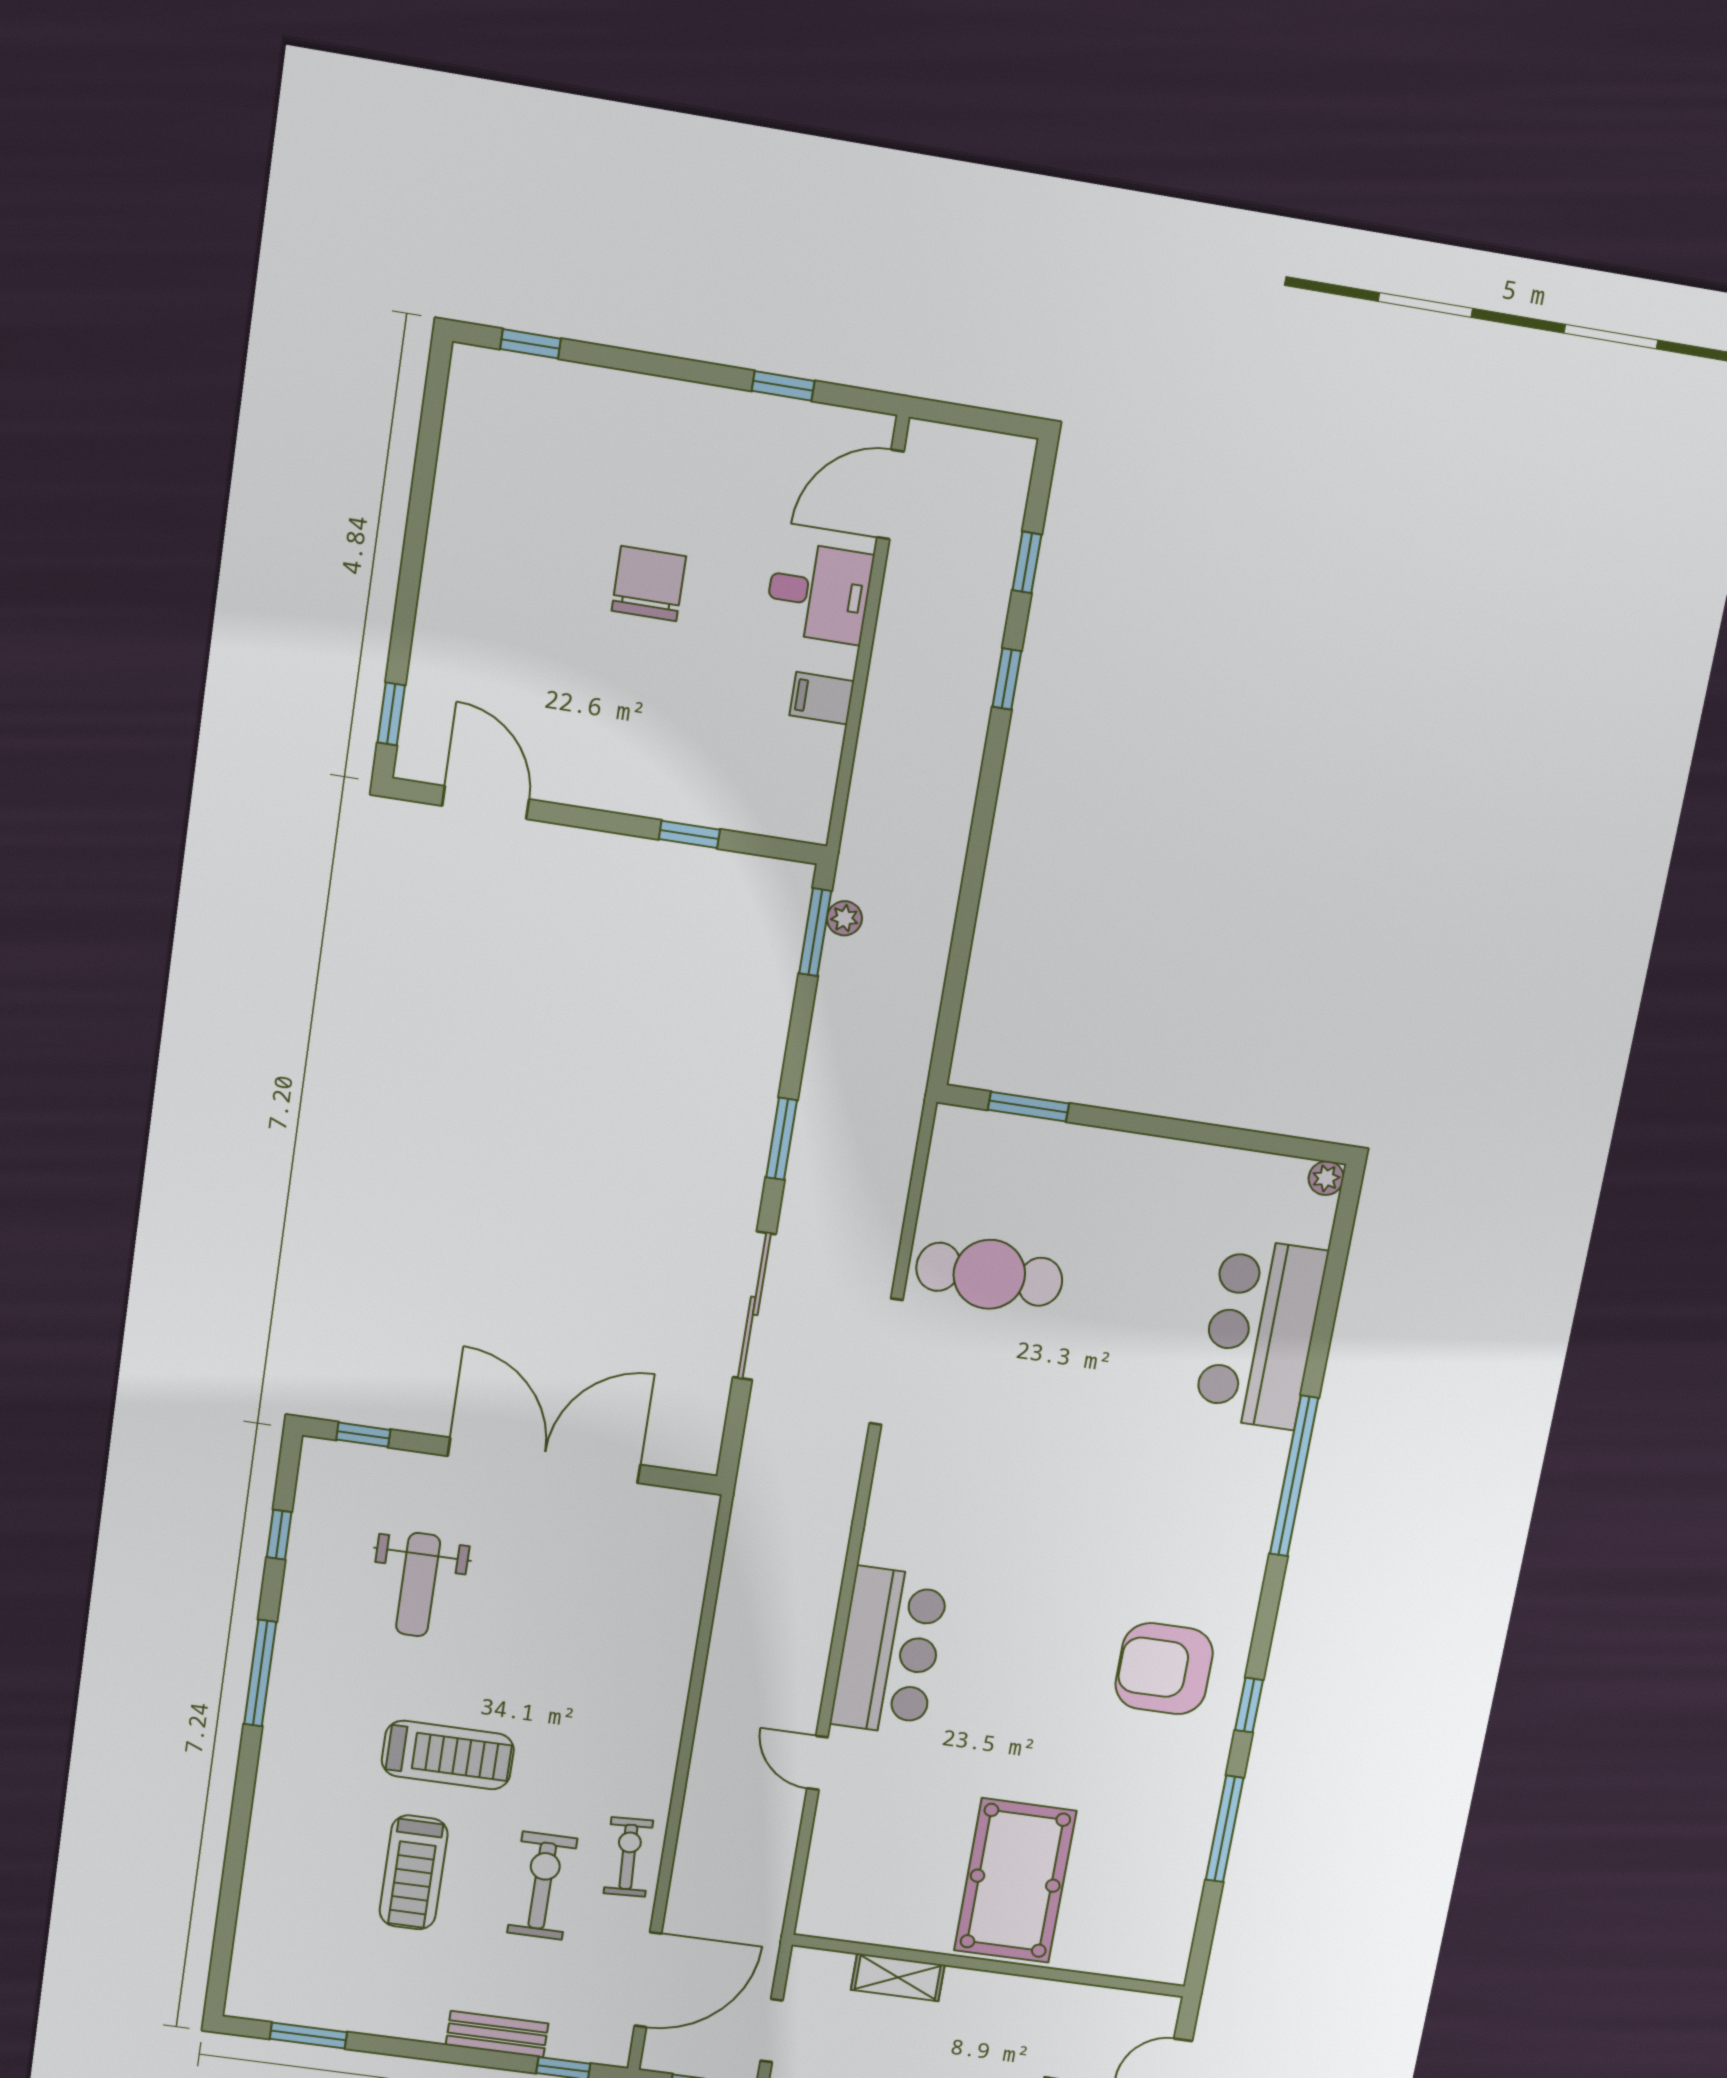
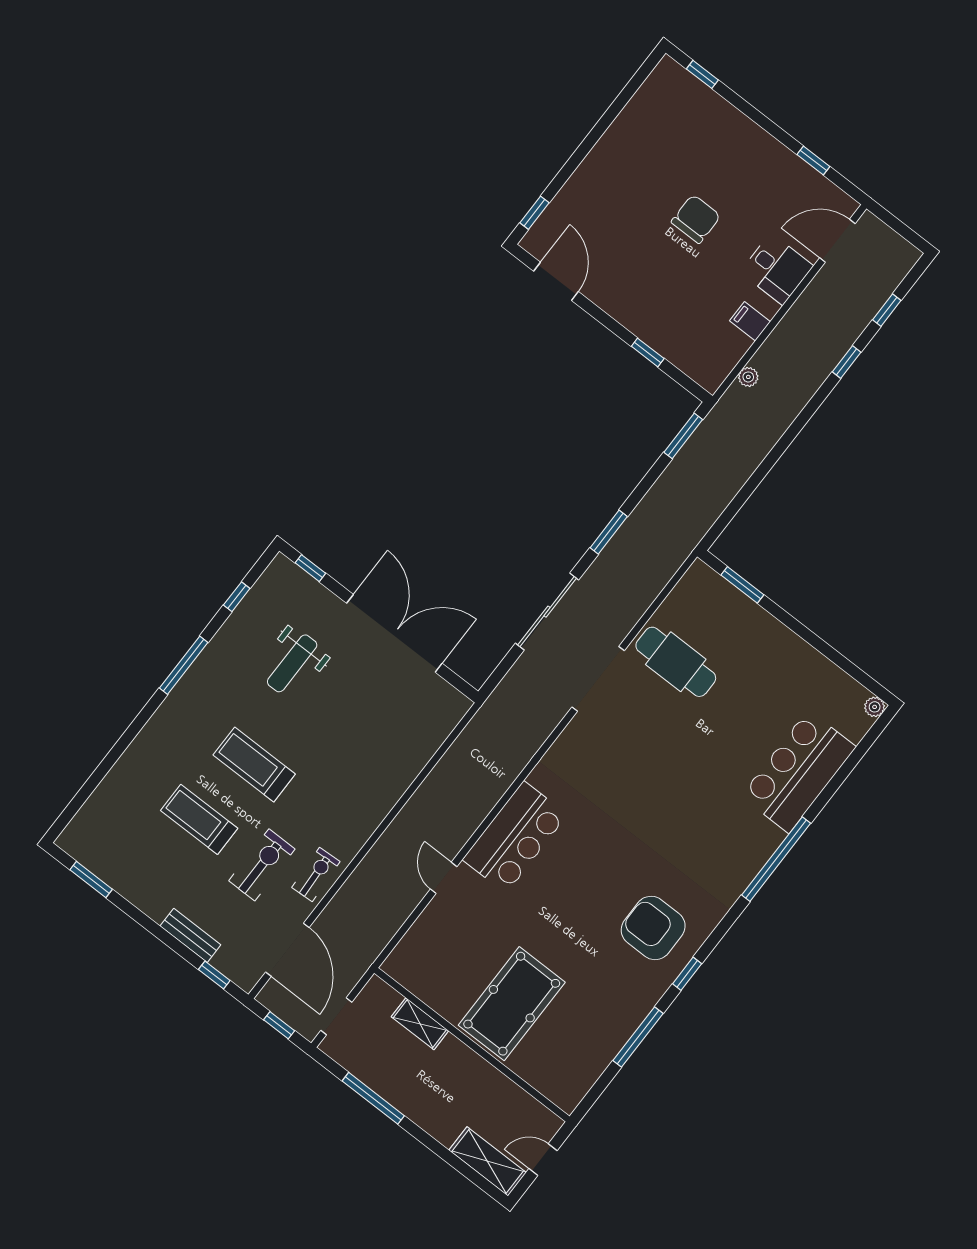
plant: (844, 918) -> (748, 377), moved
treadmill: (448, 1755) -> (254, 765), turned 180
treadmill: (414, 1872) -> (199, 819), turned 90
door: (648, 1980) -> (287, 950), hinge flipped

